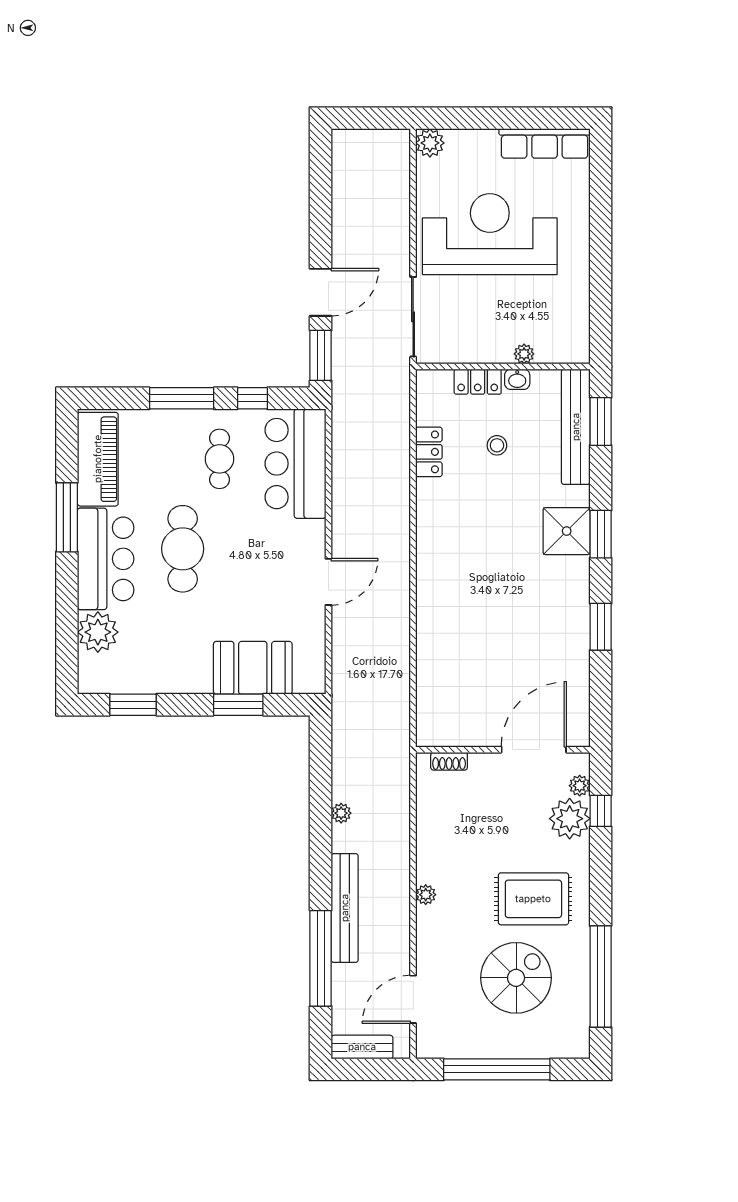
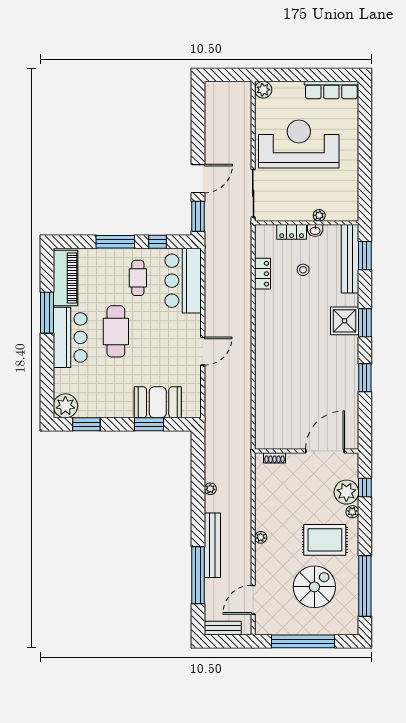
plant: (98, 632) -> (65, 406), moved
plant: (580, 786) -> (352, 512), moved

